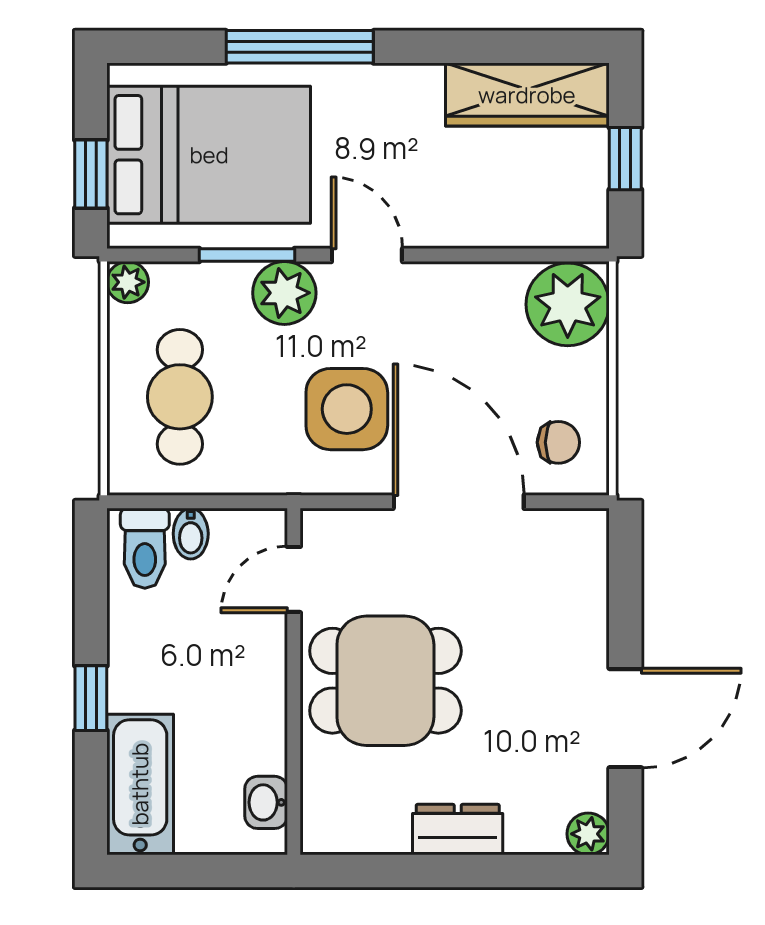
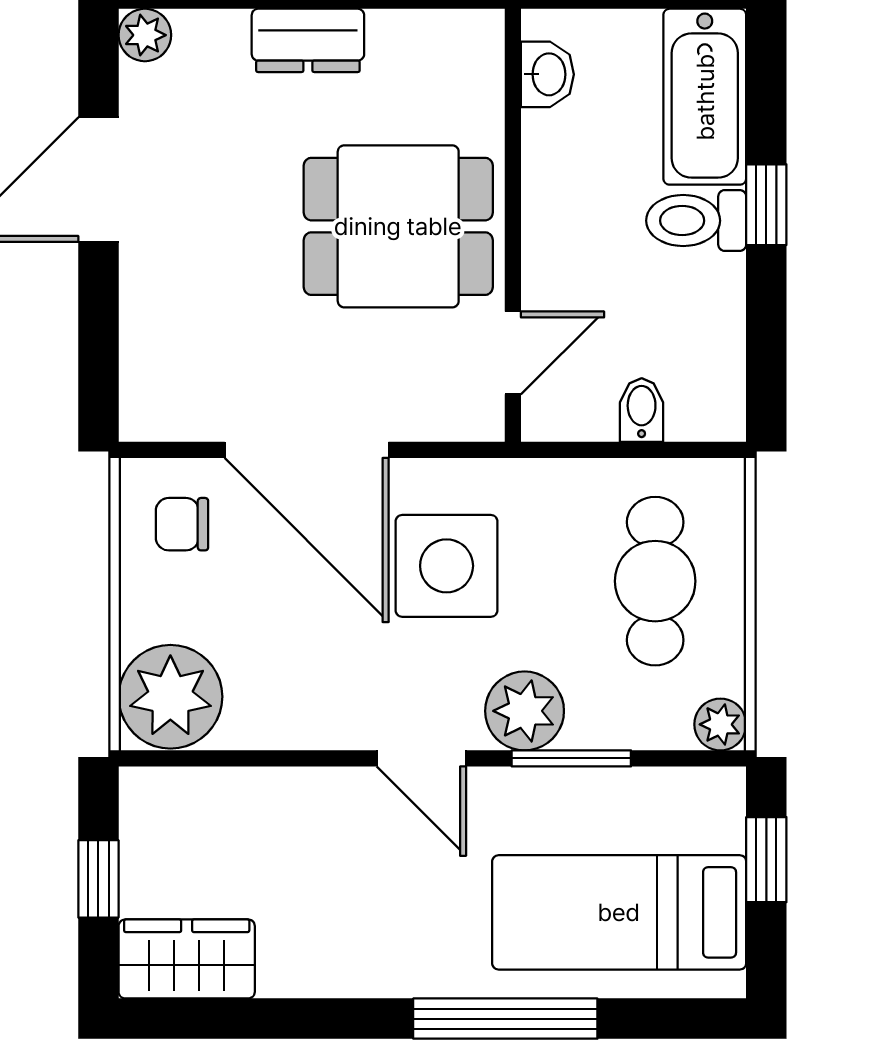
wardrobe: (527, 95) -> (187, 959), width x0.67
bed: (209, 155) -> (619, 912), width x0.67
toilet: (145, 548) -> (696, 221), moved, turned -90

